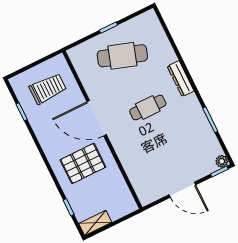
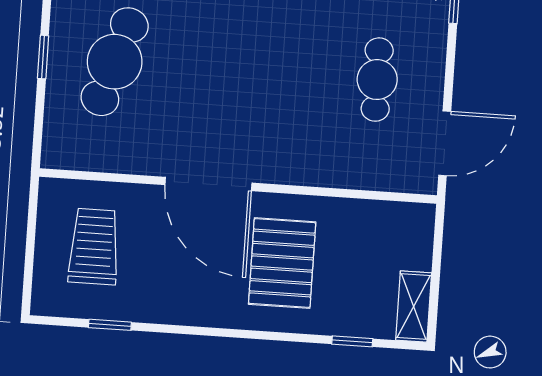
cafe table: (148, 107) -> (377, 80), moved
door: (97, 118) -> (208, 184), hinge flipped
door: (182, 190) -> (445, 143), moved

